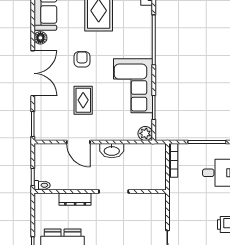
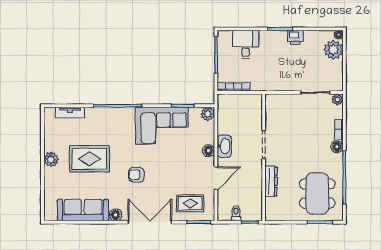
rug: (83, 100) -> (190, 203), moved
floor lamp: (107, 134) -> (209, 151), added
toilet: (42, 185) -> (236, 213), moved

